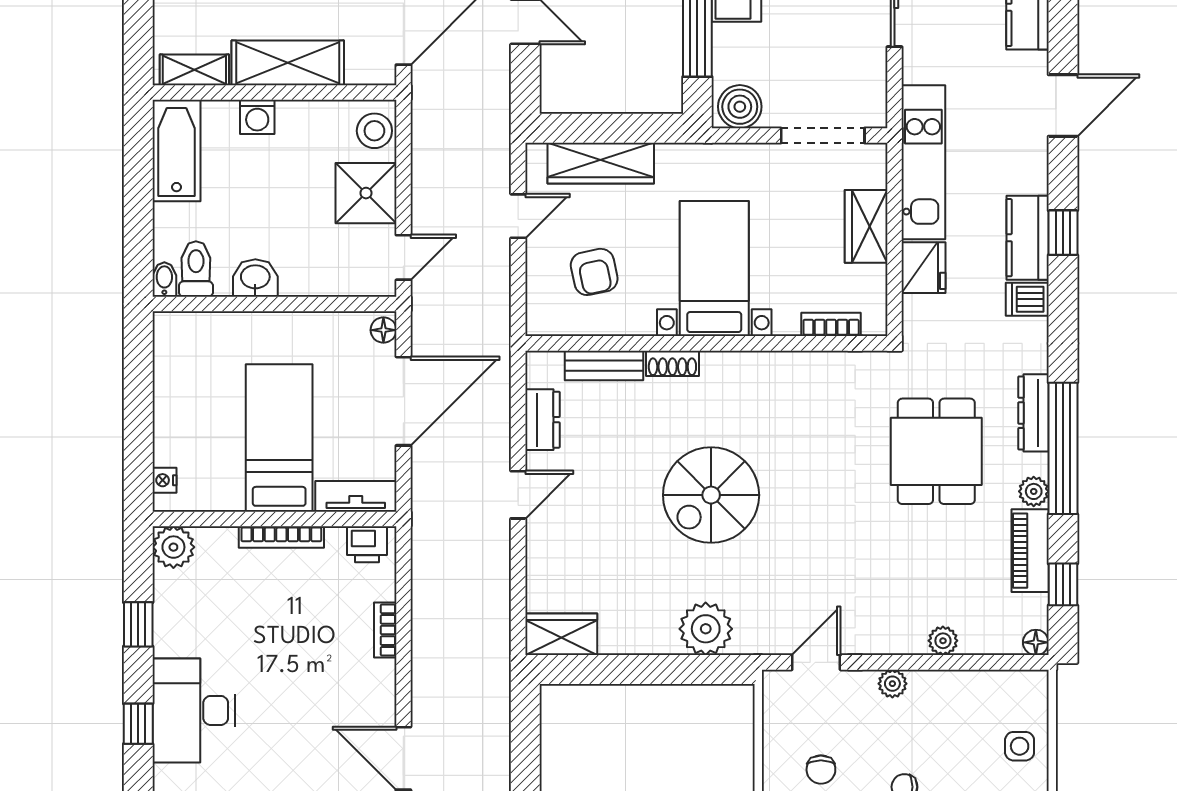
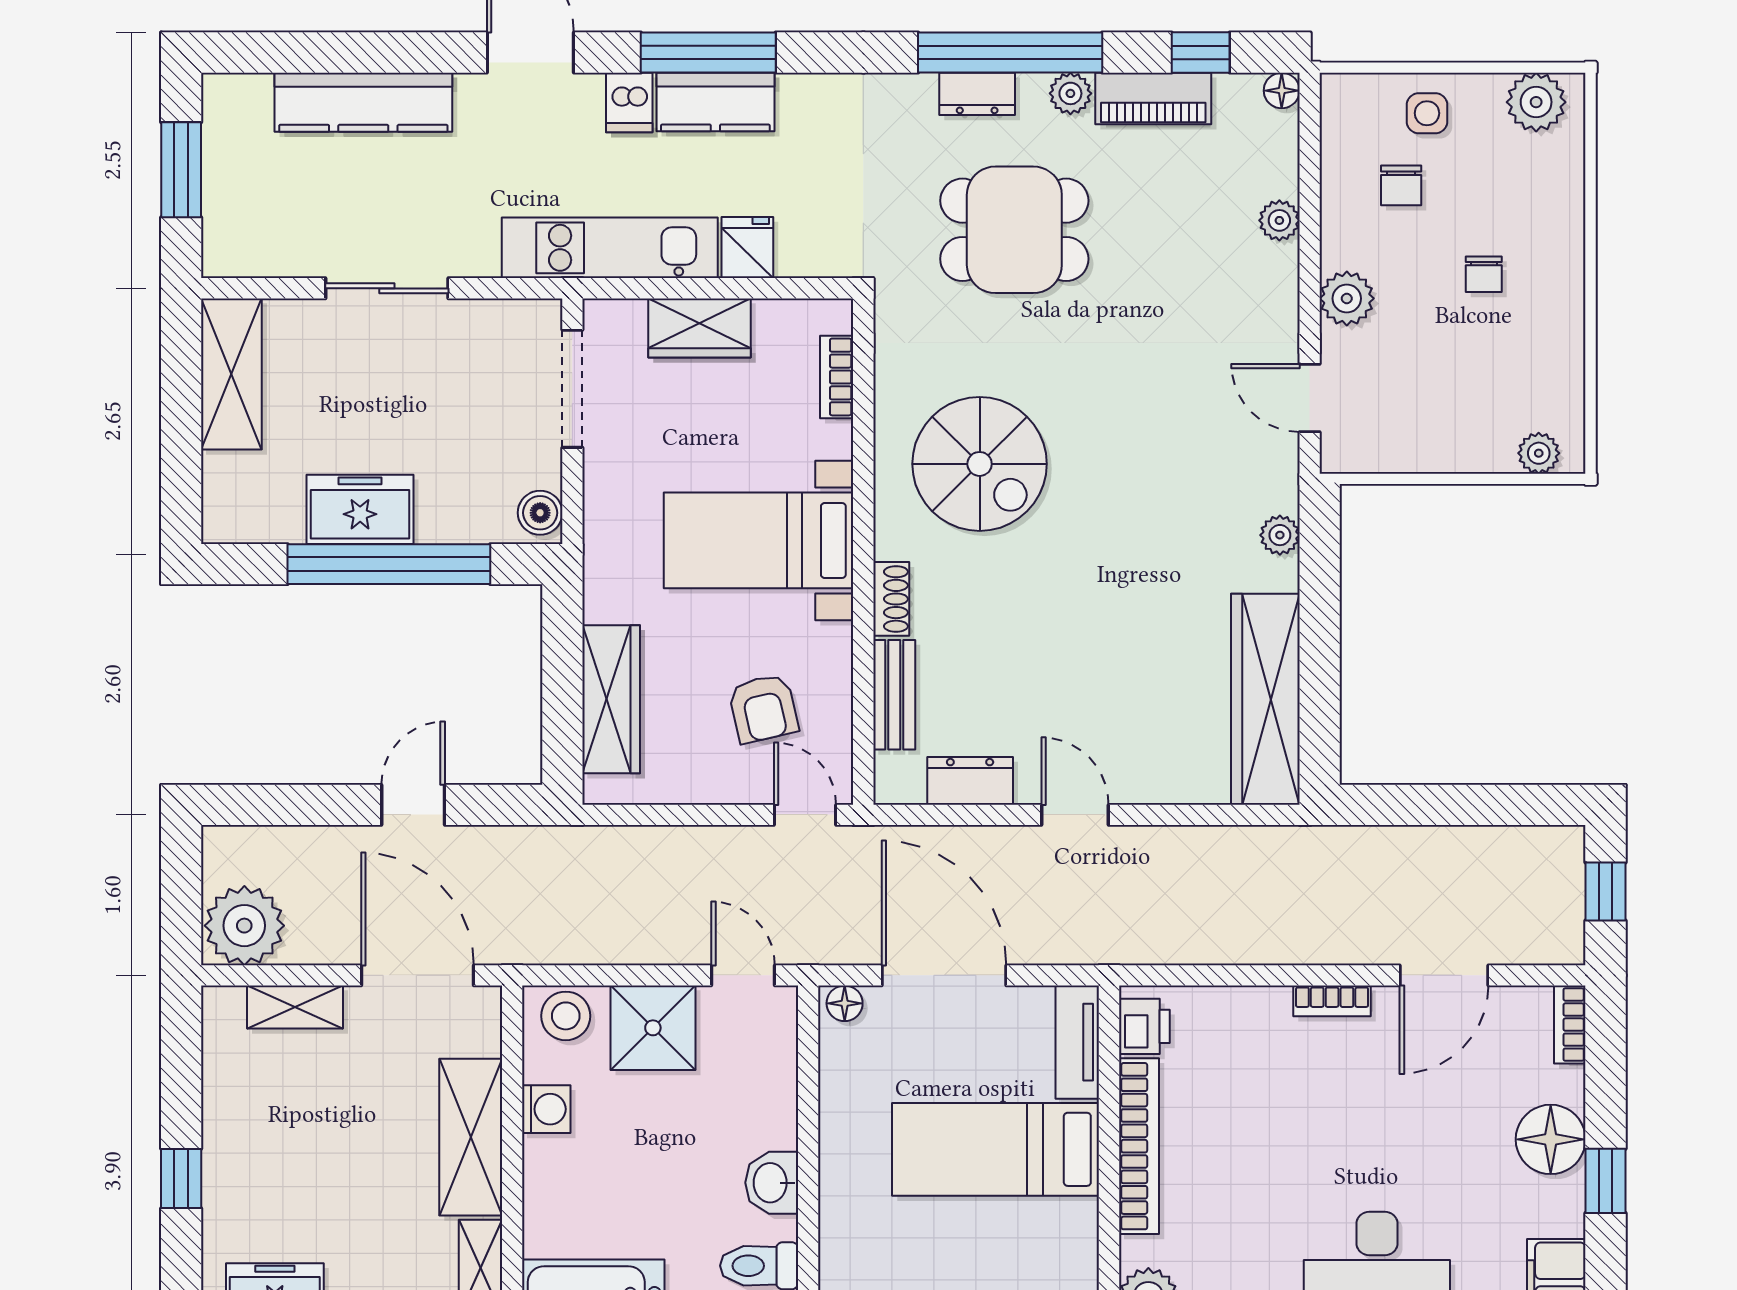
boiler: (740, 107) -> (540, 513), width x0.73, depth x0.73
washing machine: (257, 117) -> (546, 1109), moved
door: (518, 216) -> (805, 815), moved
window: (1063, 233) -> (708, 53), width x2.17
fridge: (924, 268) -> (747, 248), width x0.72
armchair: (594, 272) -> (763, 708), turned 89
dishwasher: (1027, 299) -> (629, 103), moved
dresser: (1033, 413) -> (977, 94), width x0.70
spiral stairs: (711, 495) -> (980, 464), moved
bookcase: (281, 537) -> (1139, 1146), width x1.48, depth x1.31
plant: (706, 629) -> (1280, 535), width x0.53, depth x0.53
bookcase: (385, 630) -> (1332, 1001), moved
wardrobe: (561, 634) -> (1265, 699), width x2.10, depth x1.17
plant: (892, 684) -> (1347, 298), width x1.38, depth x1.38
chair: (821, 770) -> (1401, 185), moved, turned 90

